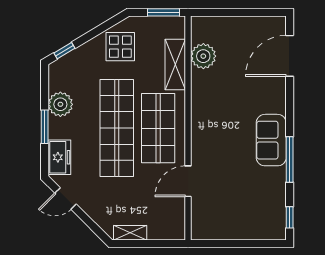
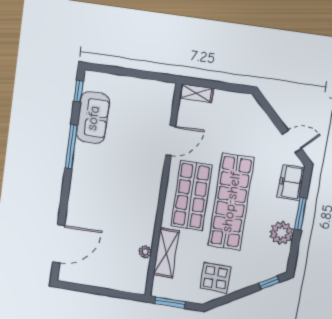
plant: (203, 56) -> (145, 252), width x0.53, depth x0.53
sofa: (271, 140) -> (93, 118), moved
shelving: (130, 233) -> (196, 93), moved

